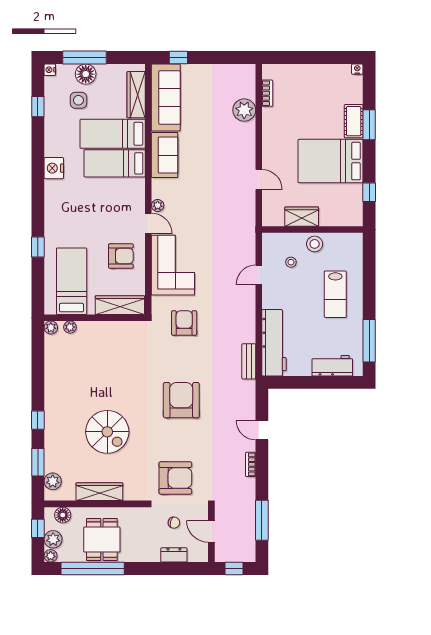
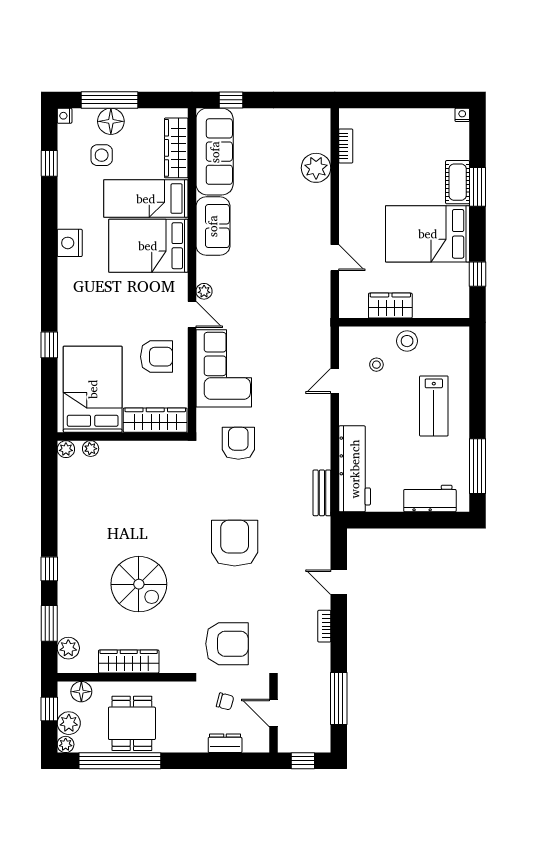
bed: (115, 163) -> (148, 246), width x1.50
bed: (72, 281) -> (93, 389), width x1.50

